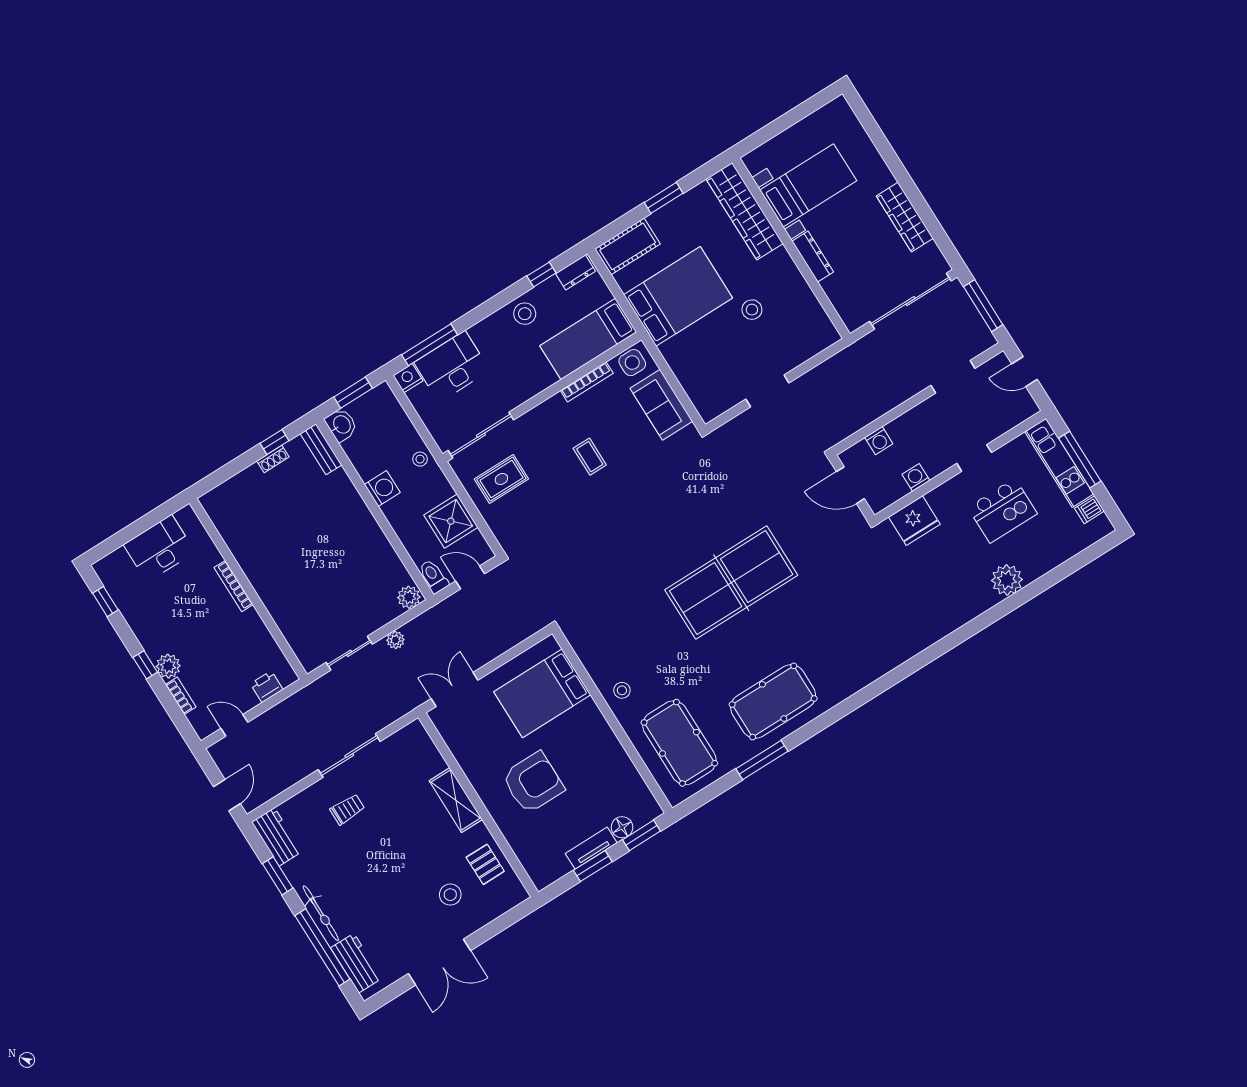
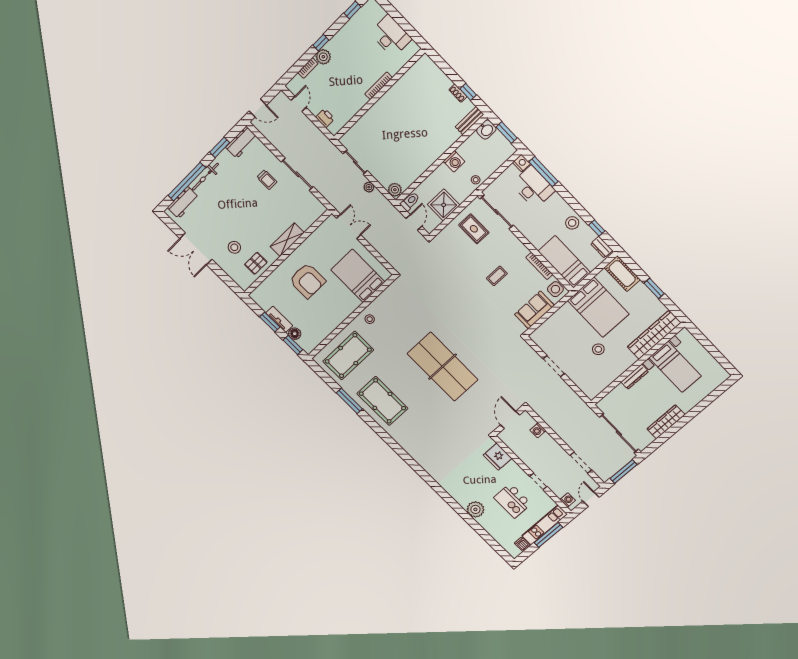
washing machine: (916, 477) -> (568, 500), moved

